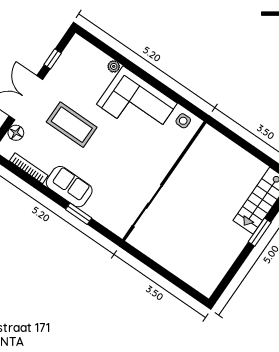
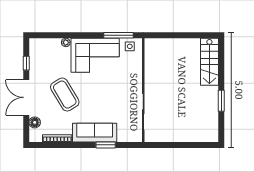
window: (179, 100) -> (119, 35), added
coffee table: (72, 125) -> (65, 95), turned 59
sofa: (69, 187) -> (95, 133), width x1.36
window: (260, 232) -> (221, 101), moved

